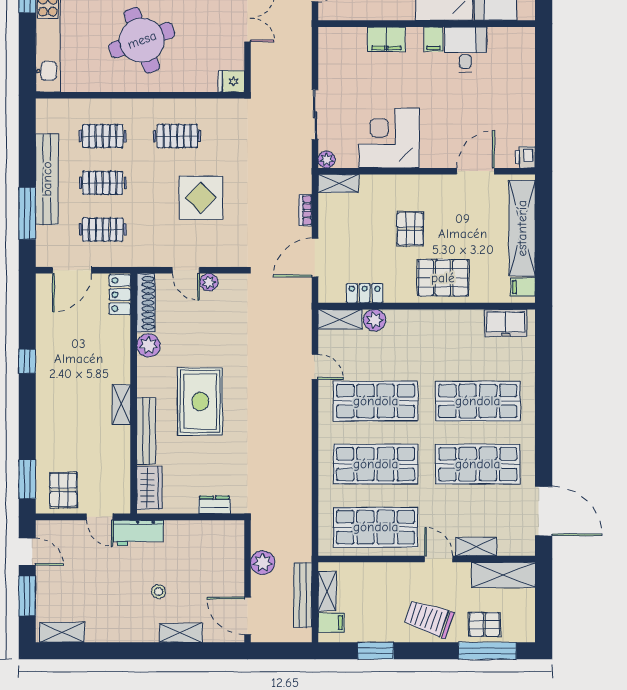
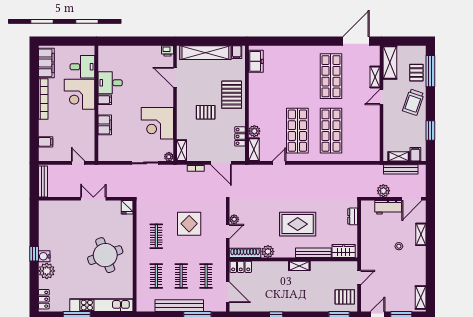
shop shelf: (478, 401) -> (297, 76), removed
shop shelf: (376, 527) -> (365, 131), removed
workbench: (138, 533) -> (388, 207), moved, turned 90

